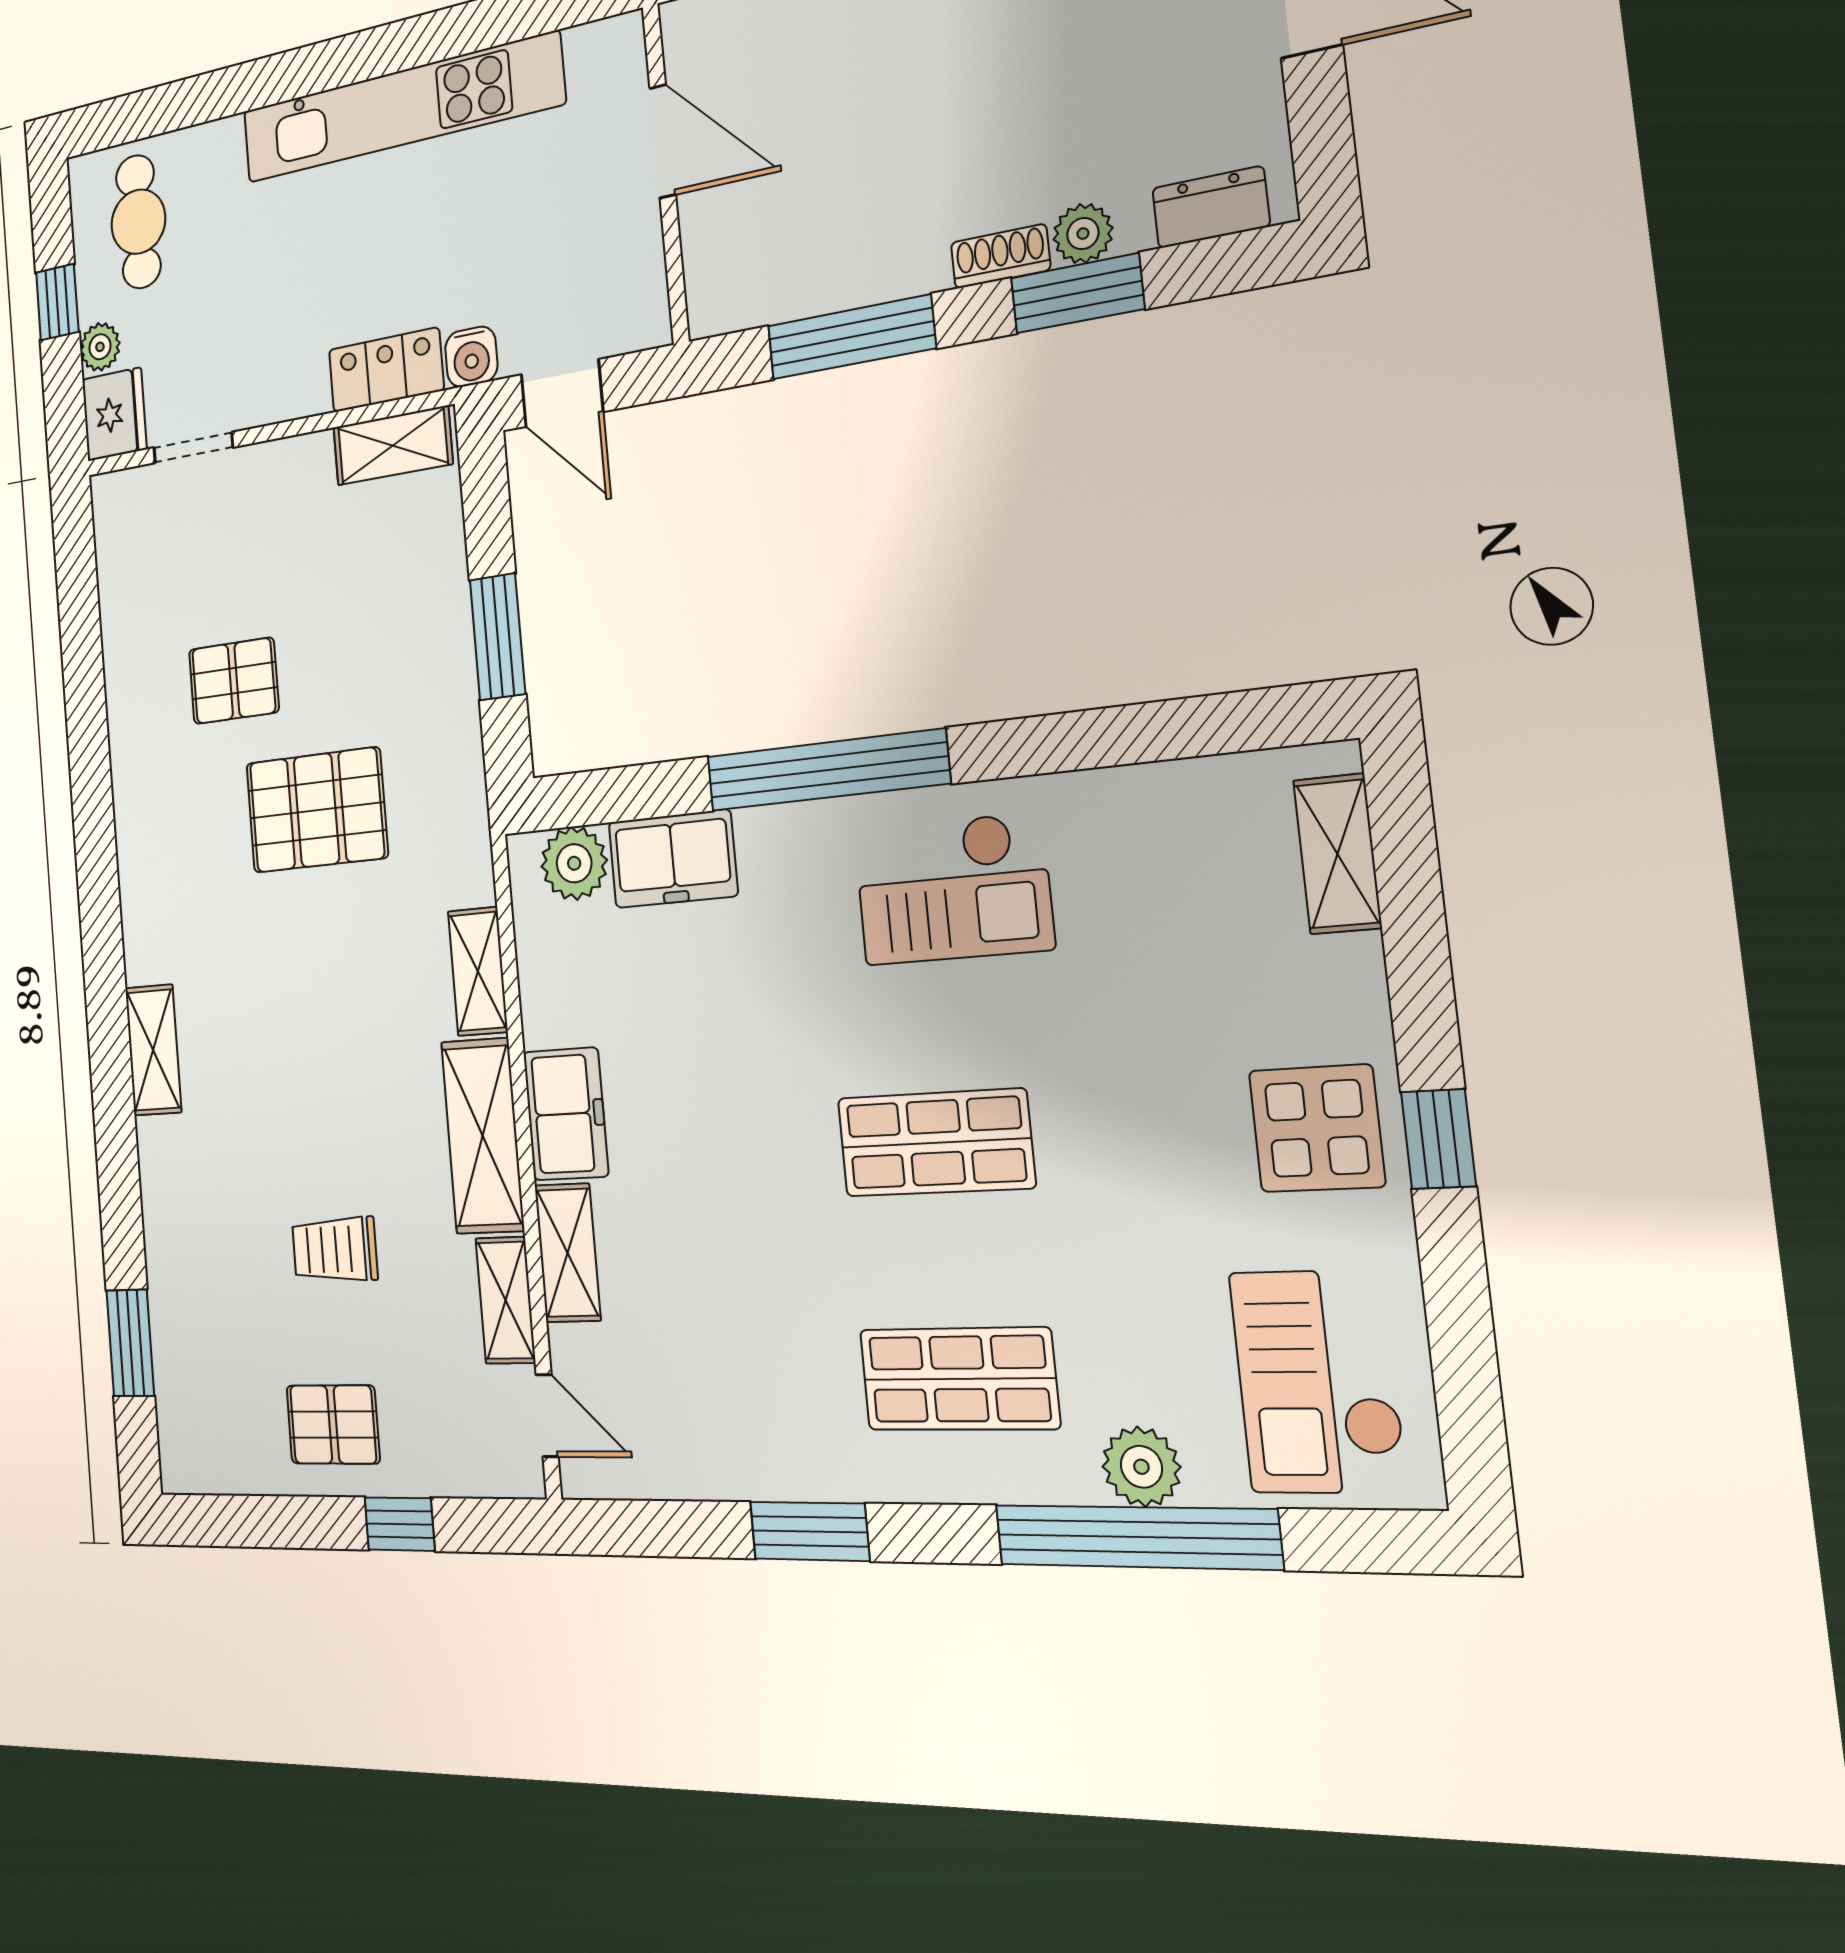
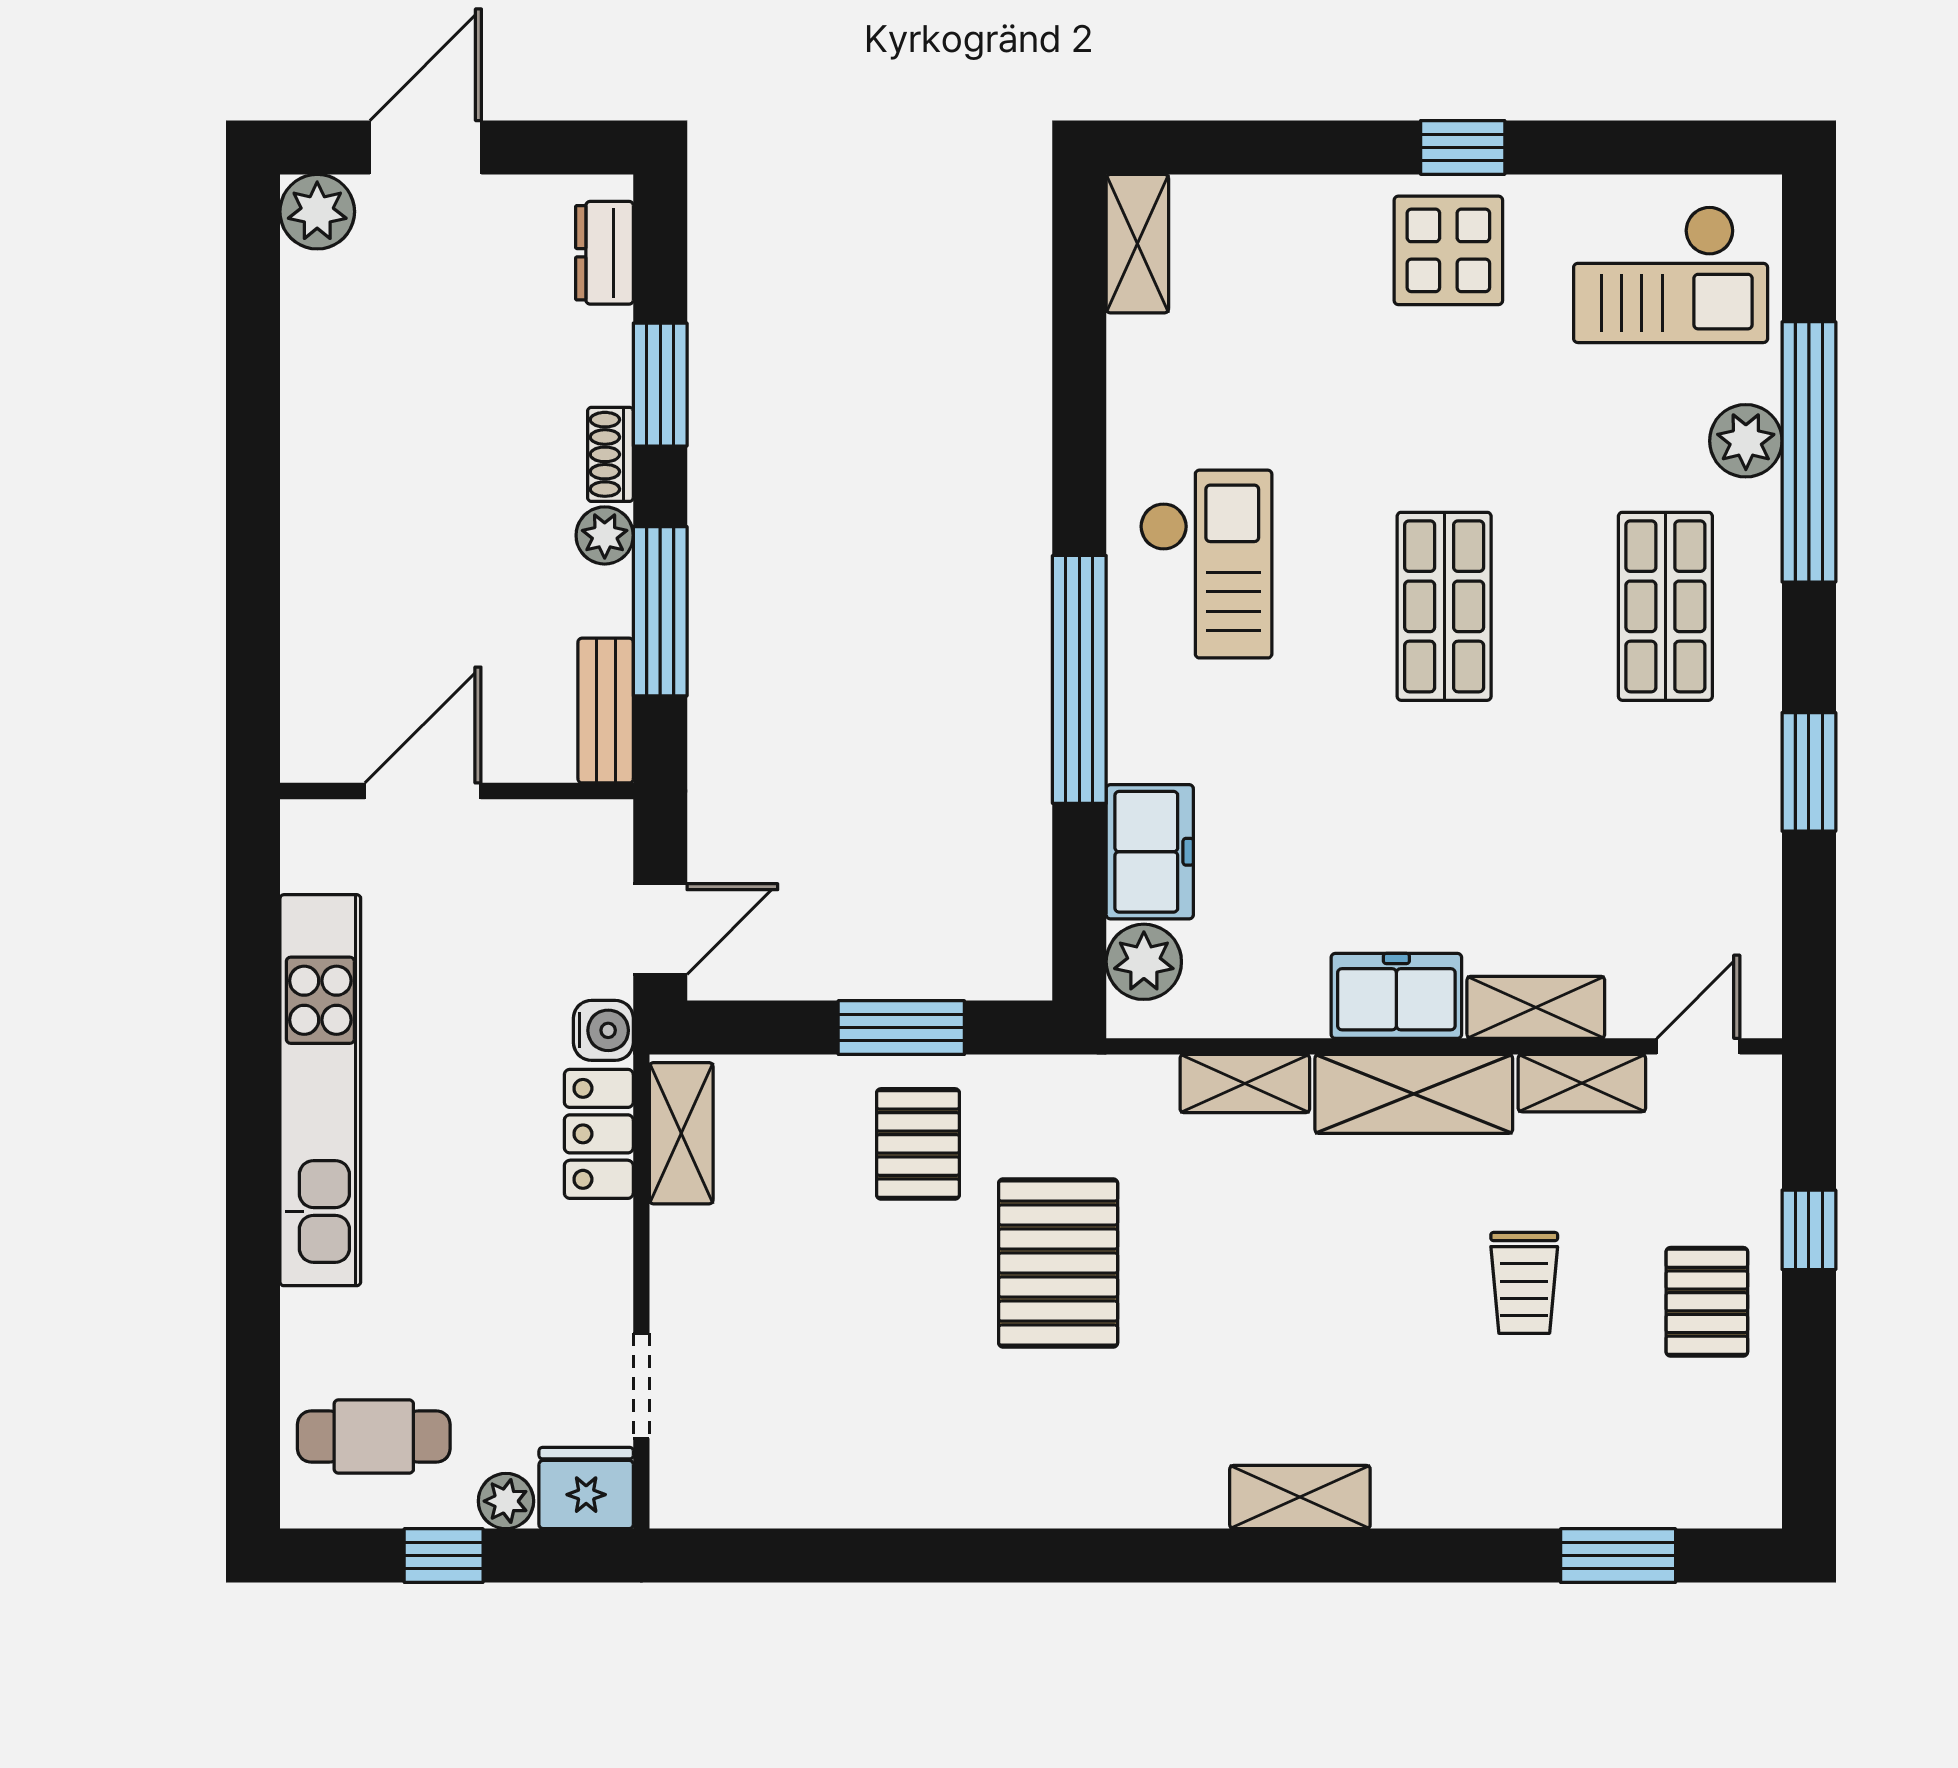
plant: (1083, 234) -> (605, 535), moved
bench: (752, 302) -> (606, 711), added
pallet: (234, 681) -> (918, 1144), moved
shelving: (1337, 854) -> (1137, 244), moved, turned 90

